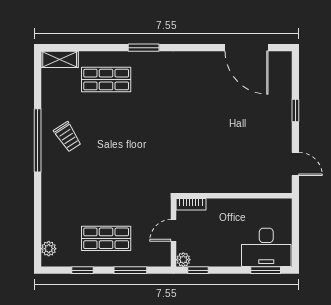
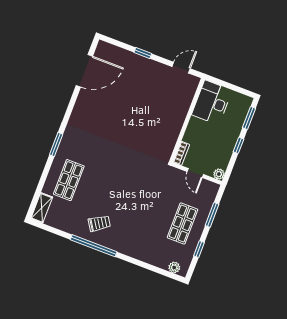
desk: (266, 247) -> (212, 102), moved, turned 180
window: (198, 270) -> (239, 145), moved

